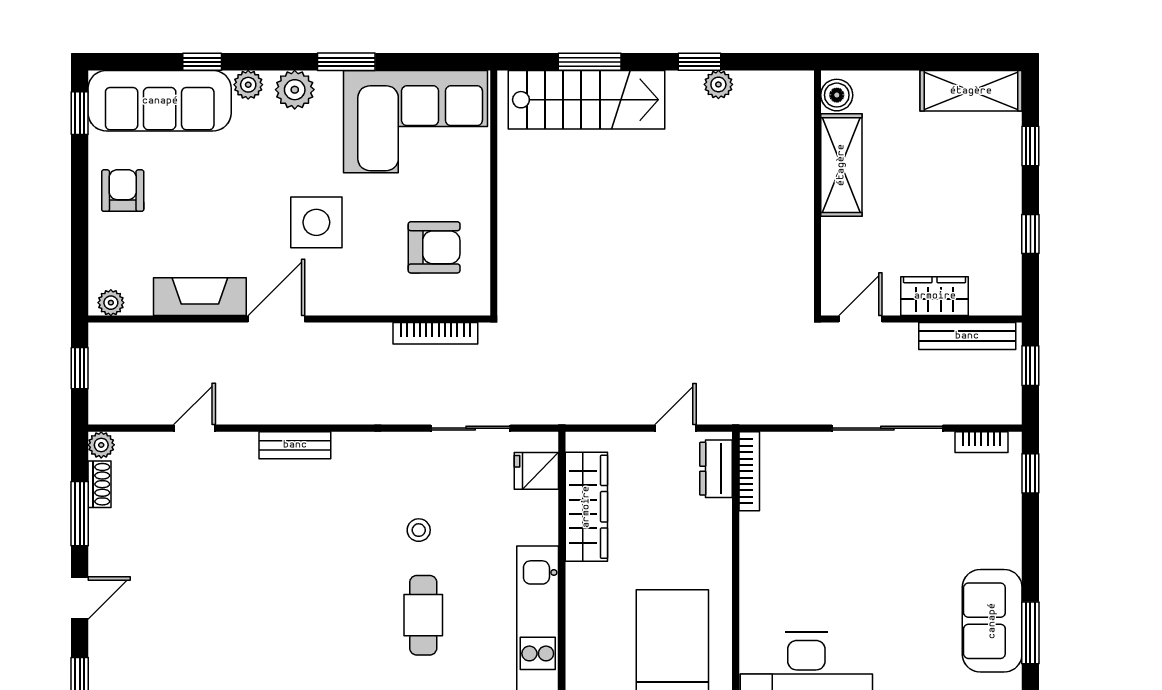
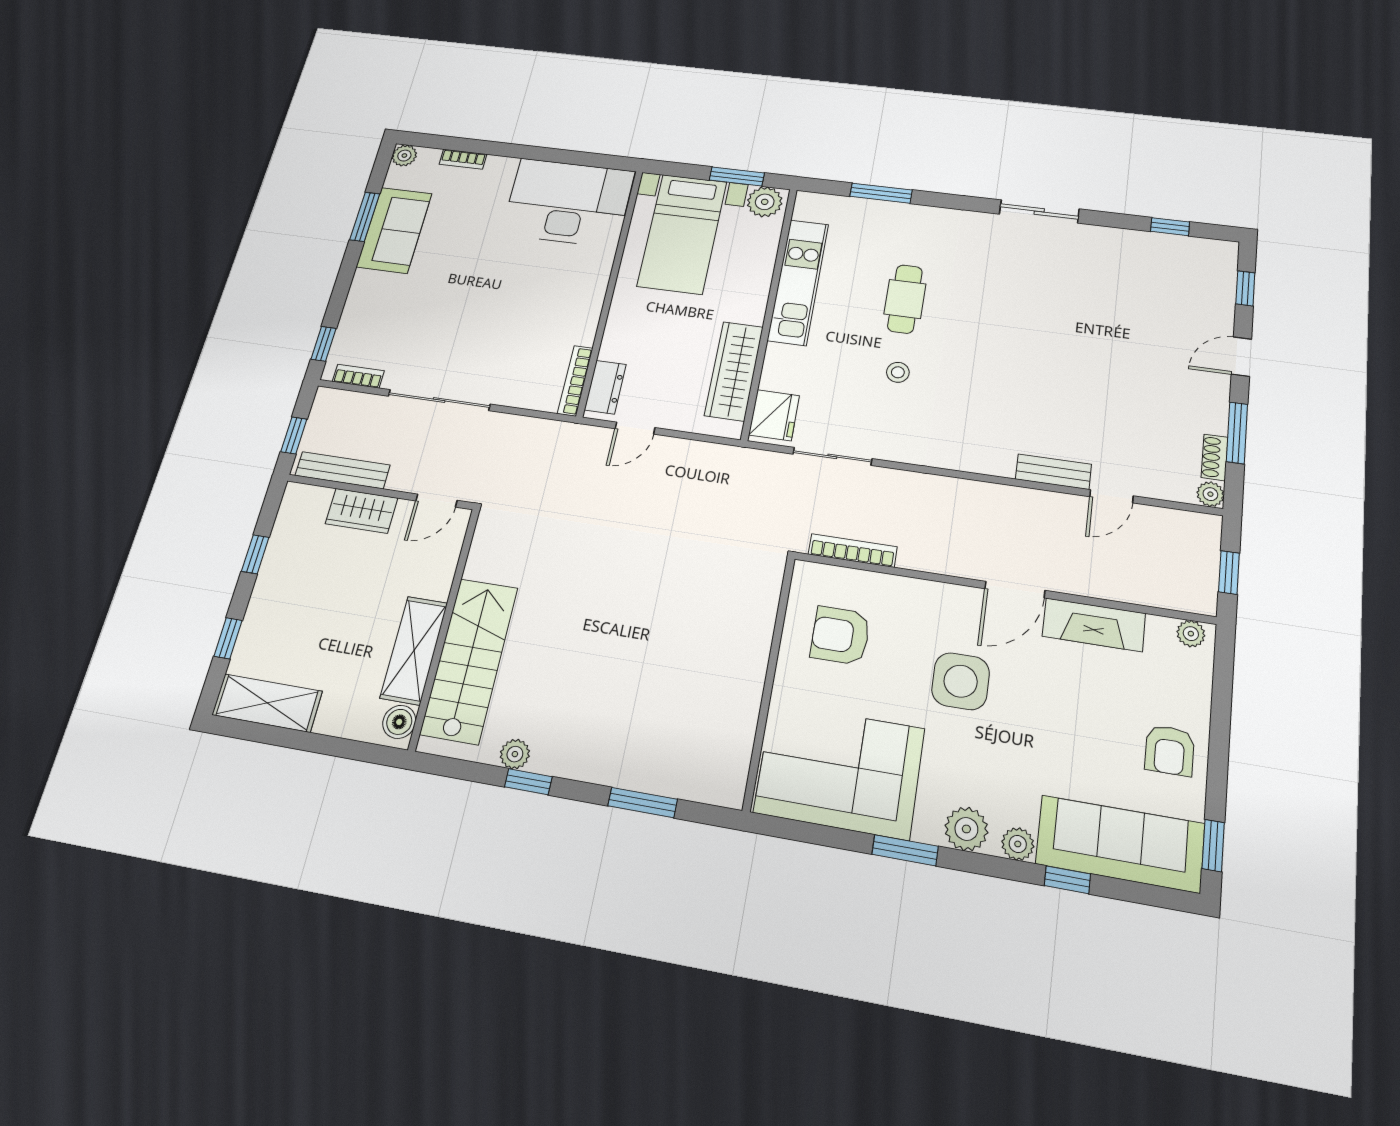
stairs: (587, 100) -> (469, 660), moved, turned 90
bench: (295, 445) -> (1053, 472), moved
fridge: (536, 471) -> (774, 415), width x1.38

